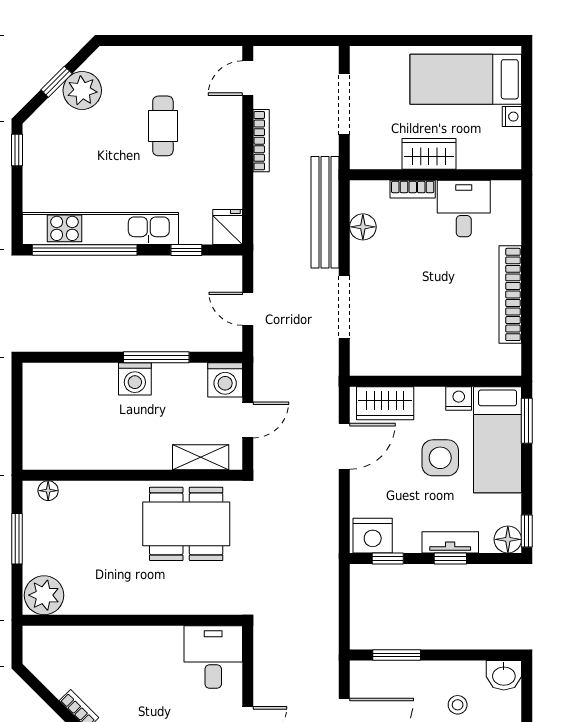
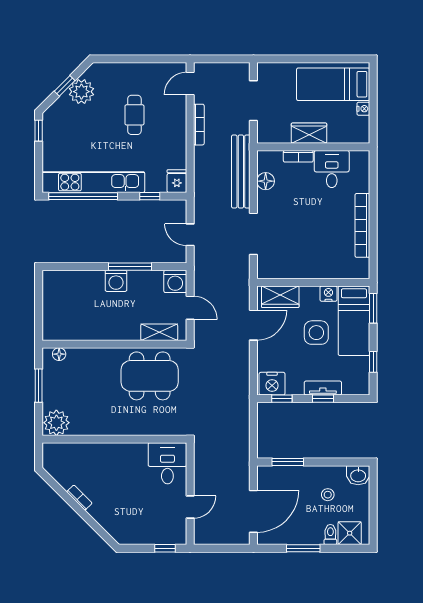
door: (248, 420) -> (190, 308), hinge flipped
window: (527, 531) -> (373, 362), moved
floor lamp: (508, 539) -> (361, 386), removed

